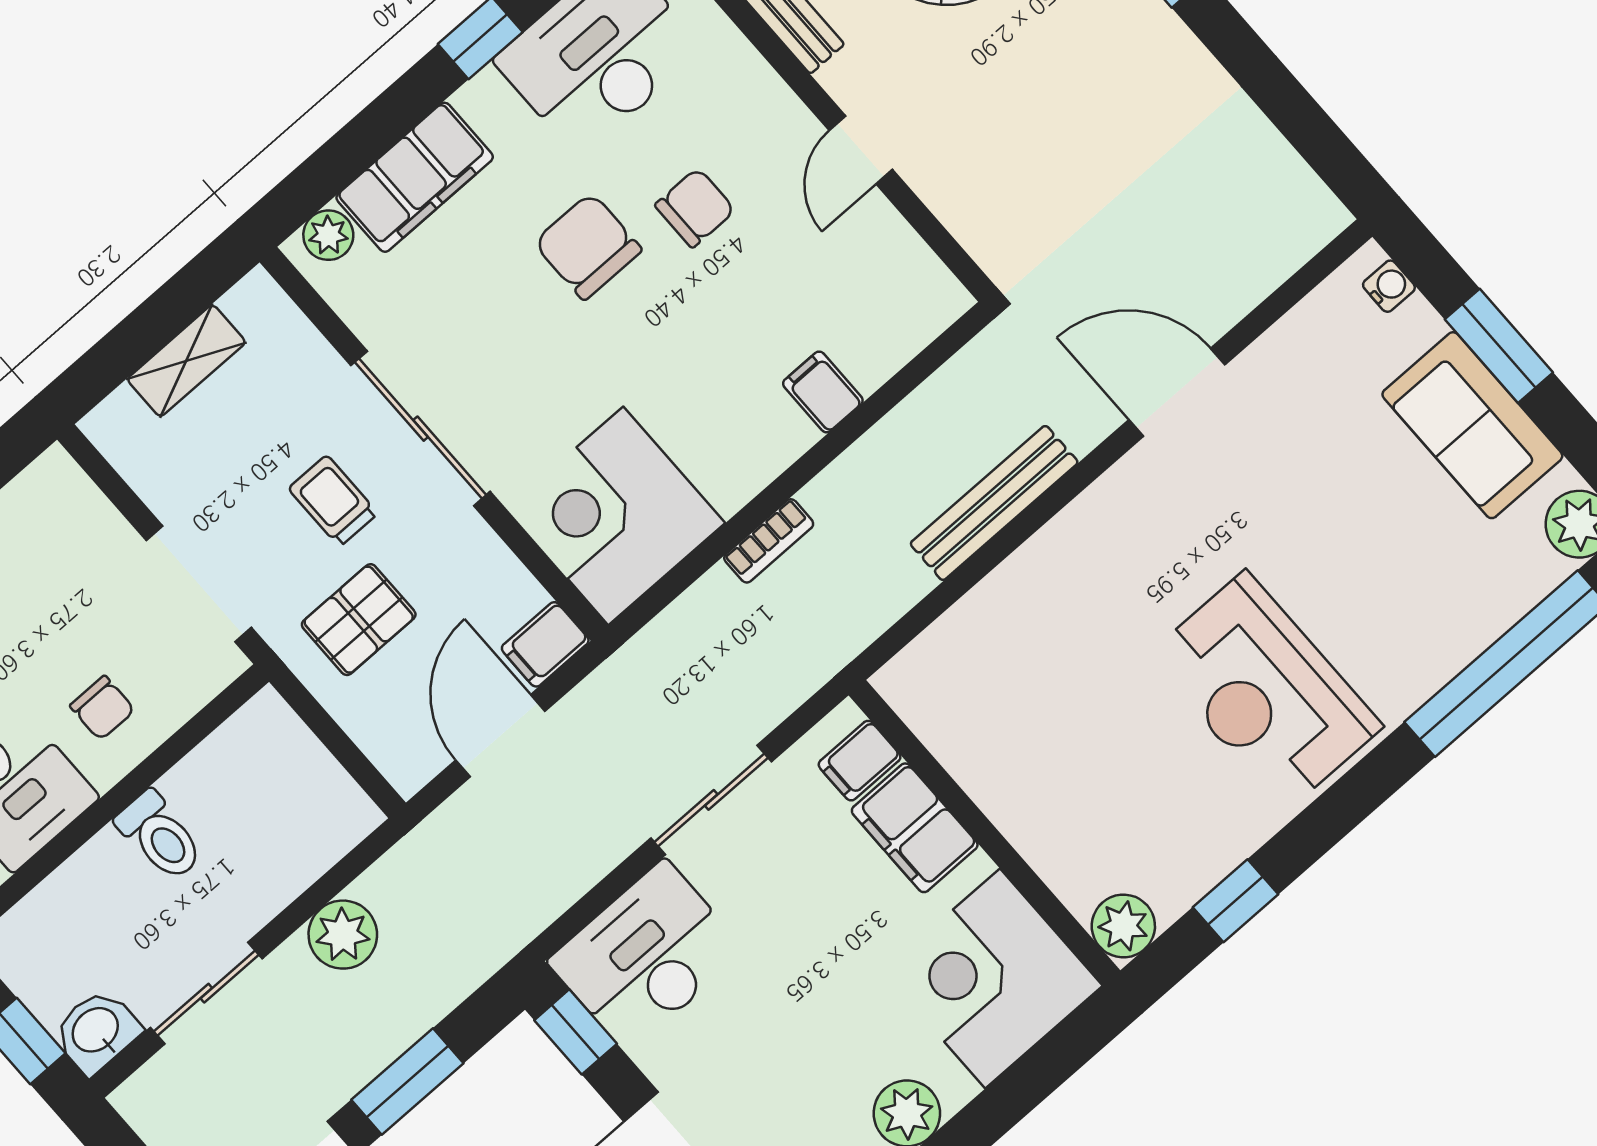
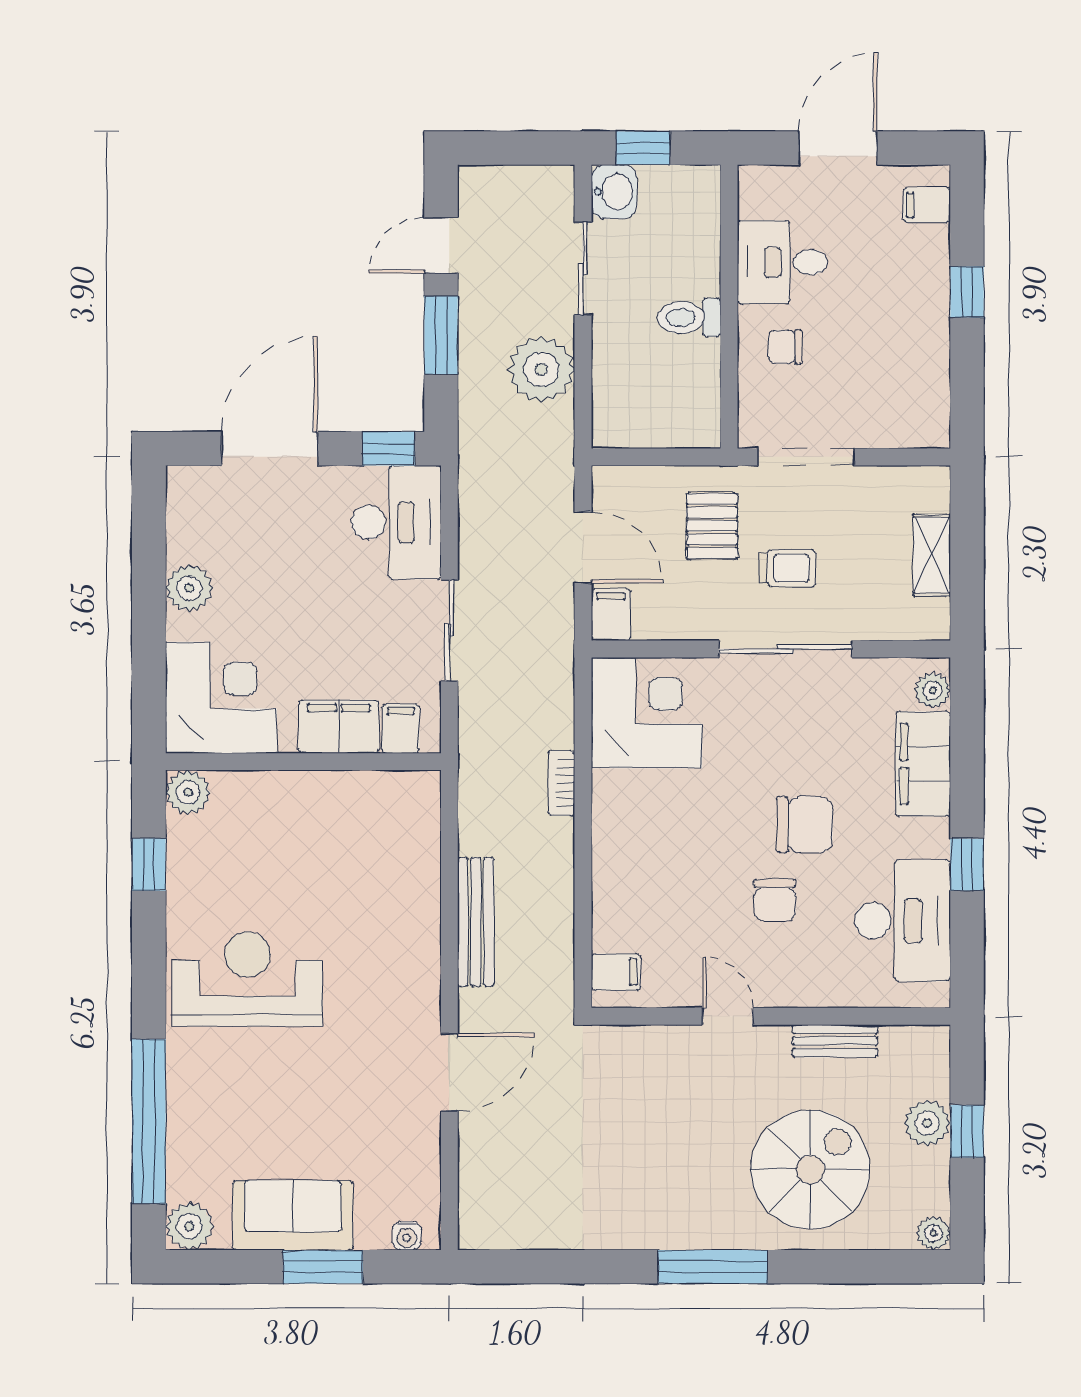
filing cabinet: (823, 392) -> (616, 972), moved
plant: (343, 935) -> (541, 369), width x1.36, depth x1.36

